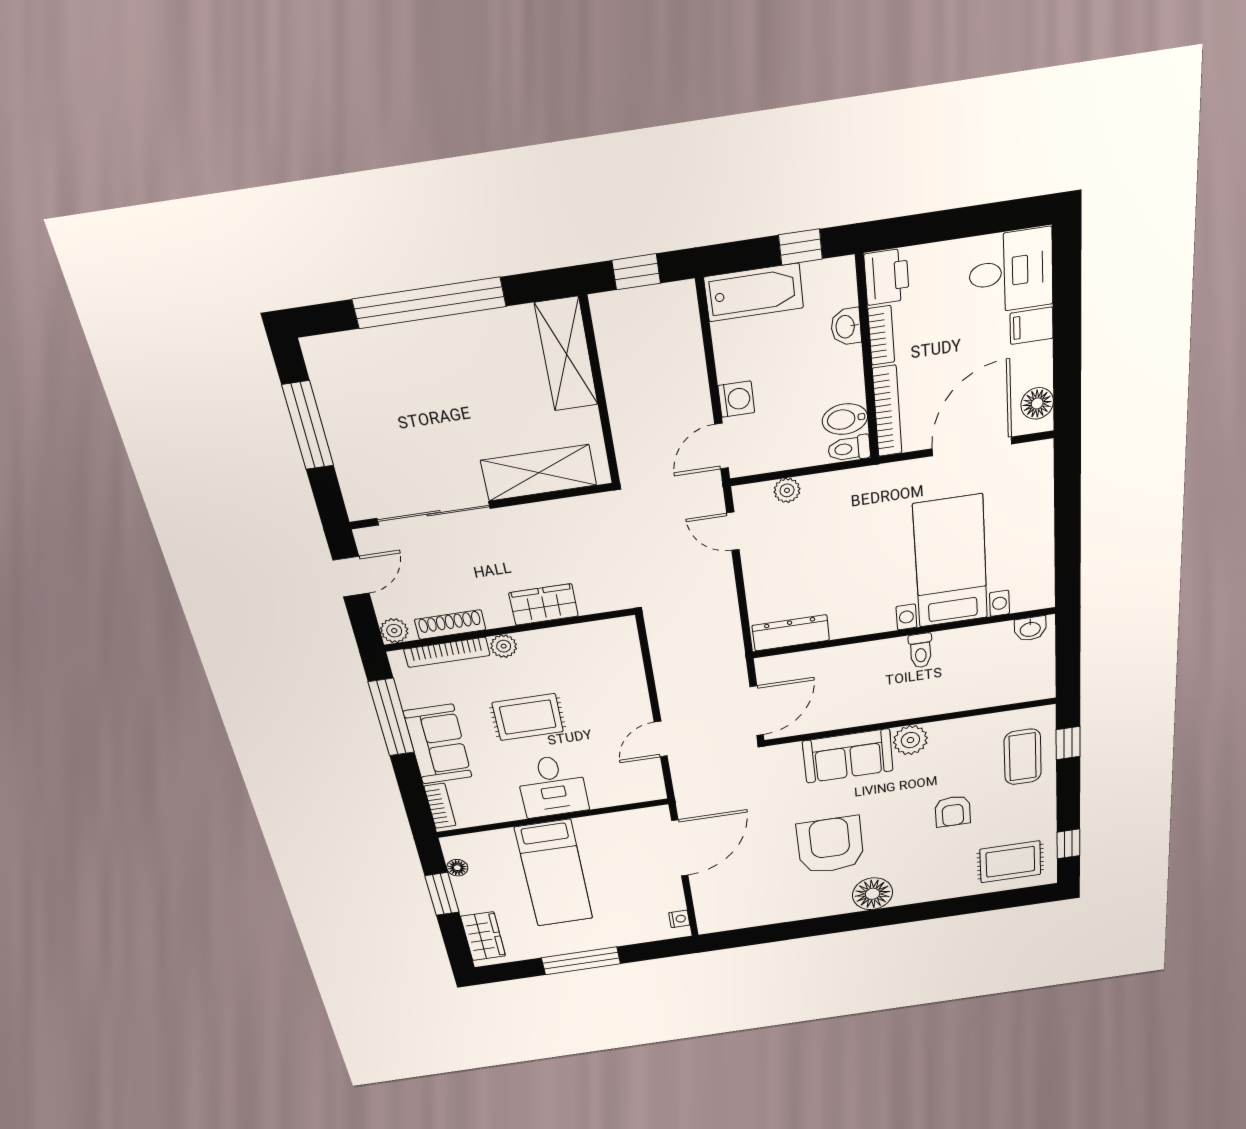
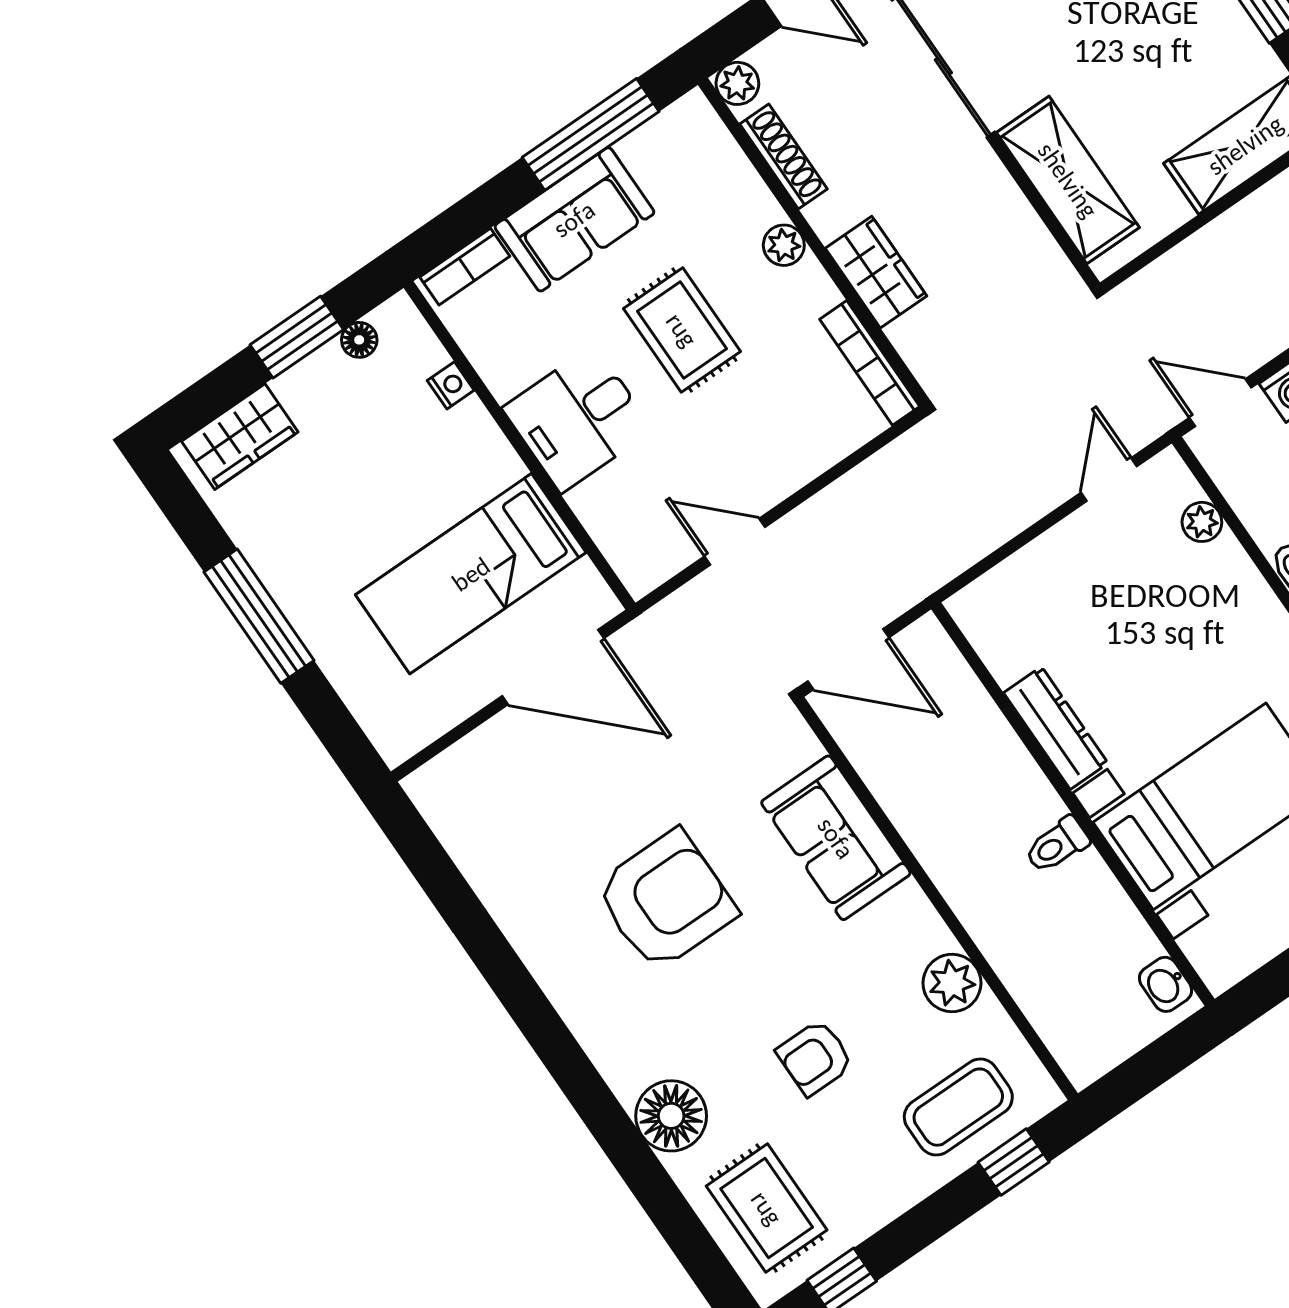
dresser: (791, 633) -> (1056, 728), moved
bookcase: (447, 652) -> (870, 363), moved
plant: (910, 740) -> (952, 983), moved
bed: (554, 873) -> (471, 574), moved
floor lamp: (872, 894) -> (671, 1116), moved
nightstand: (679, 919) -> (451, 385), moved, turned -90

